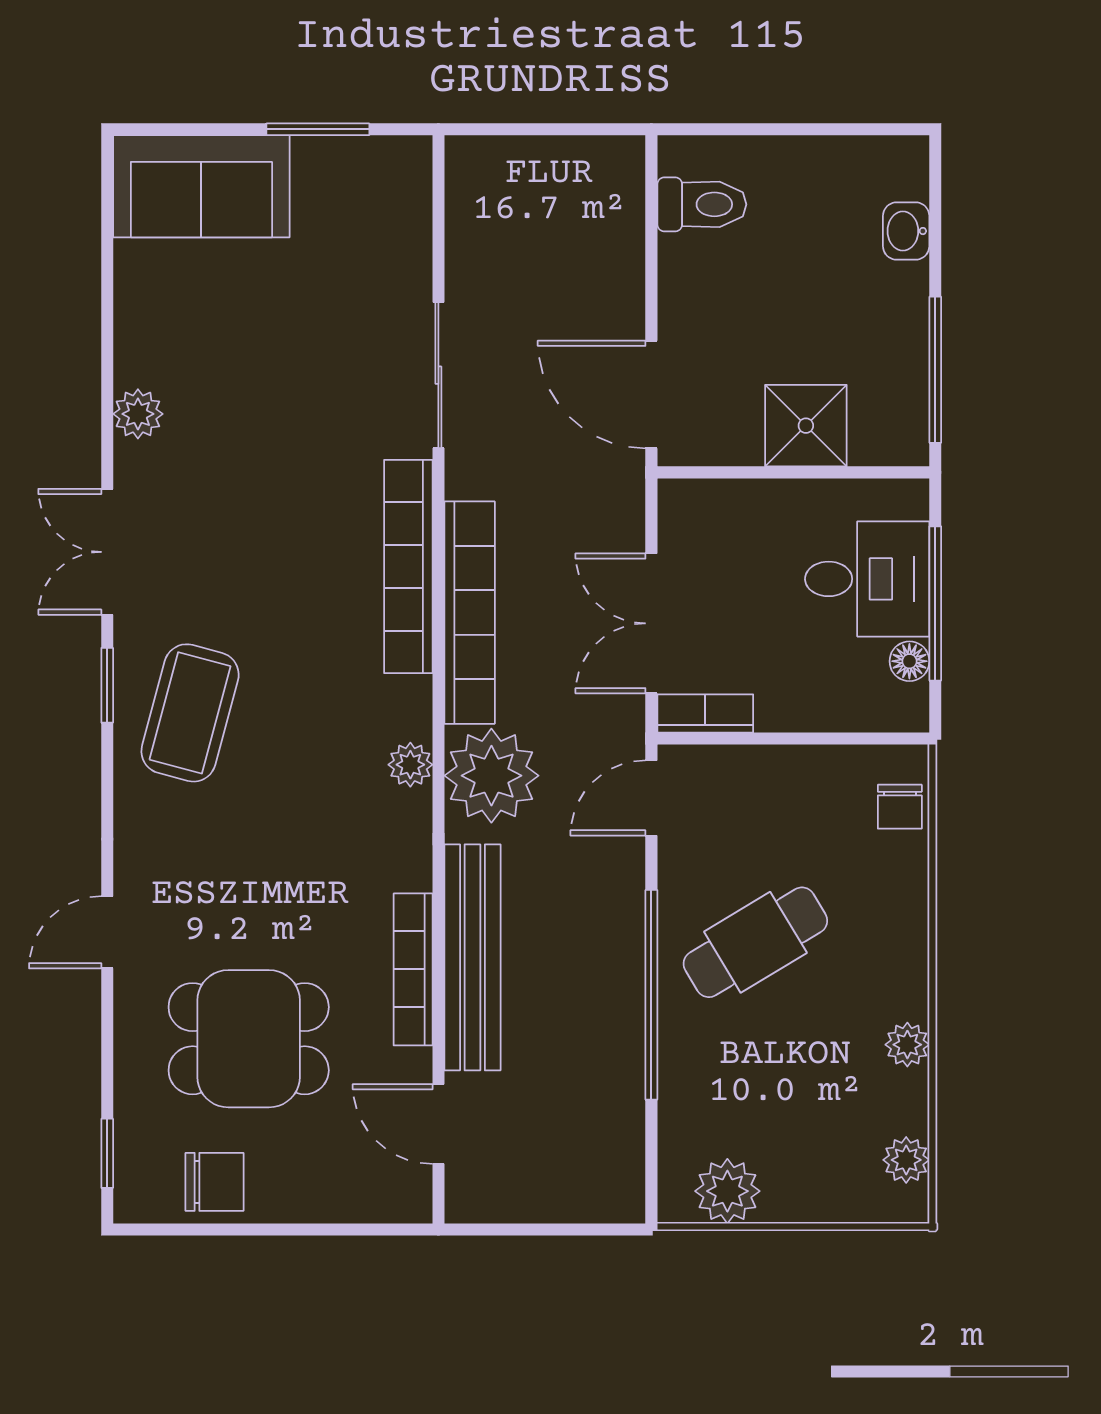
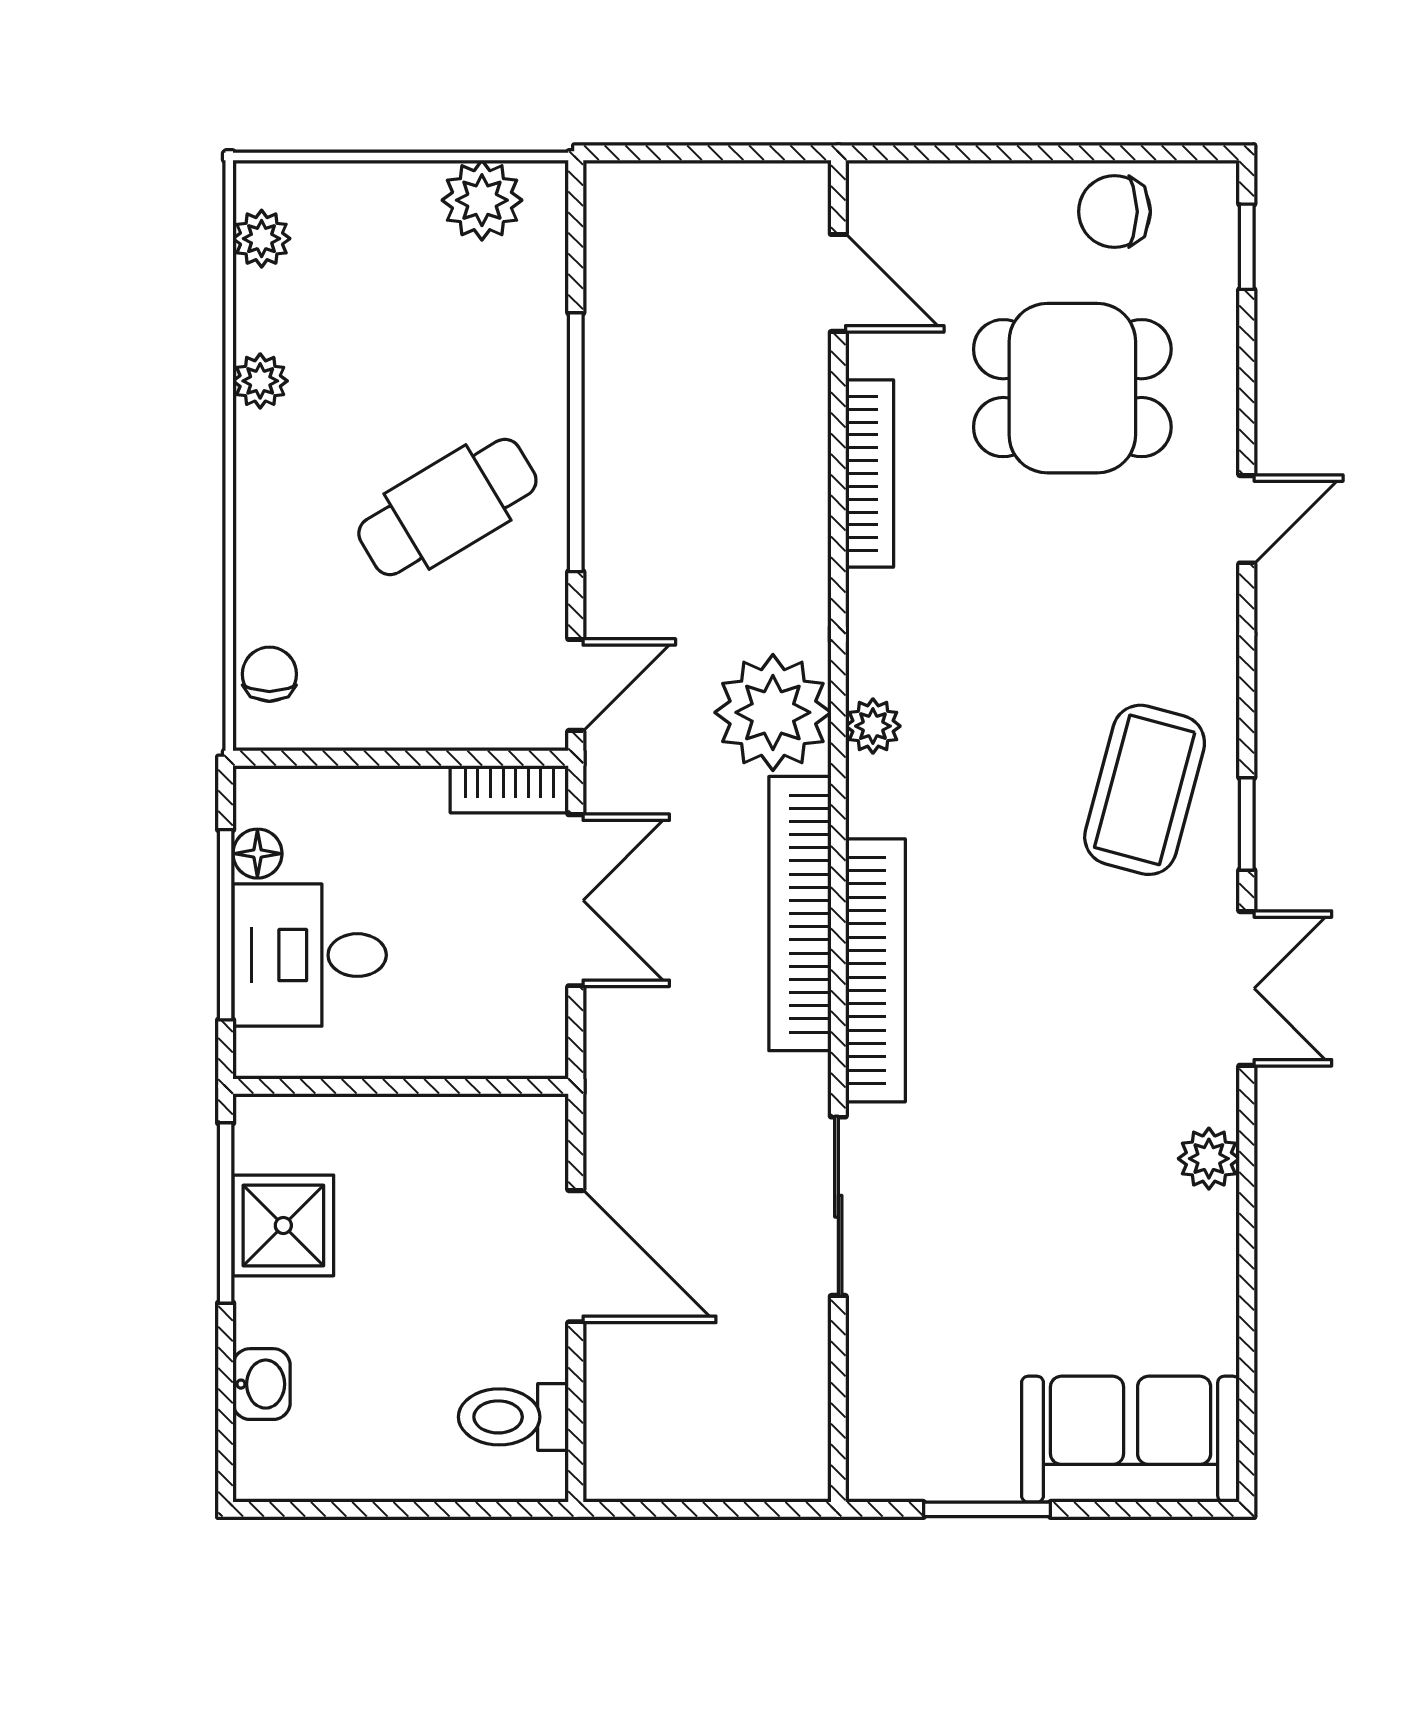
door: (651, 394) -> (576, 1256), moved
shower: (806, 426) -> (283, 1225), moved
bench: (472, 957) -> (796, 488), removed

